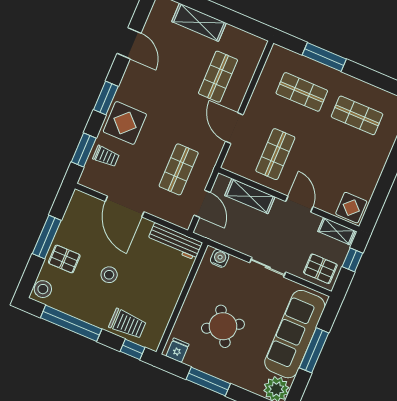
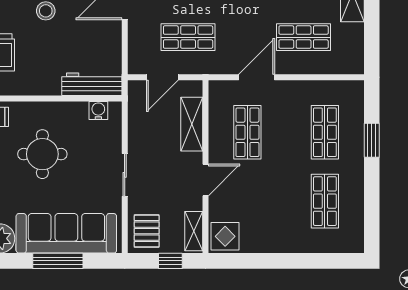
window: (324, 57) -> (372, 140), width x0.69
shop shelf: (275, 154) -> (247, 132), turned 90
workbench: (175, 241) -> (92, 84), moved, turned 90
water cooler: (220, 258) -> (98, 110), moved, turned -90
round table: (223, 326) -> (42, 154), turned 30

